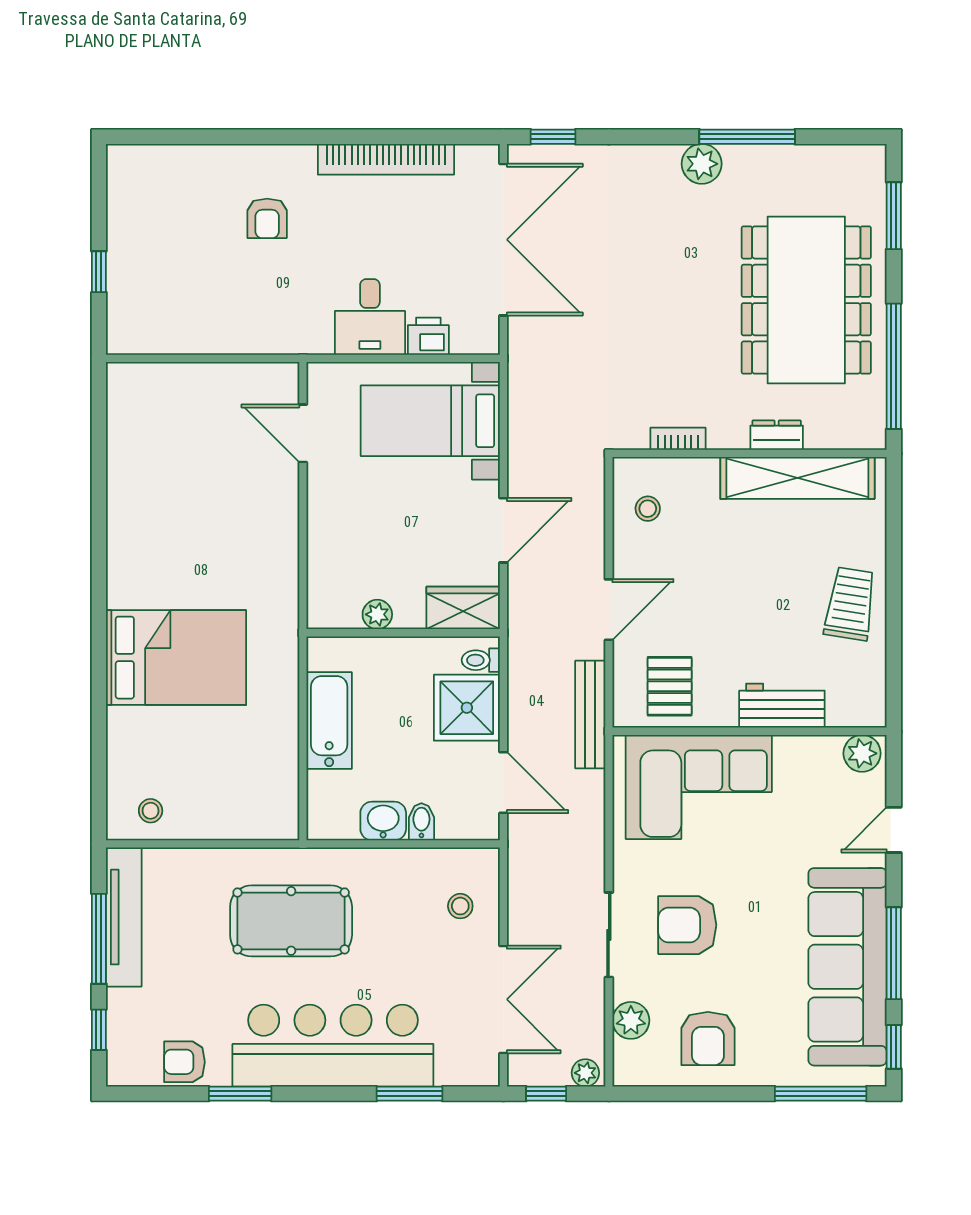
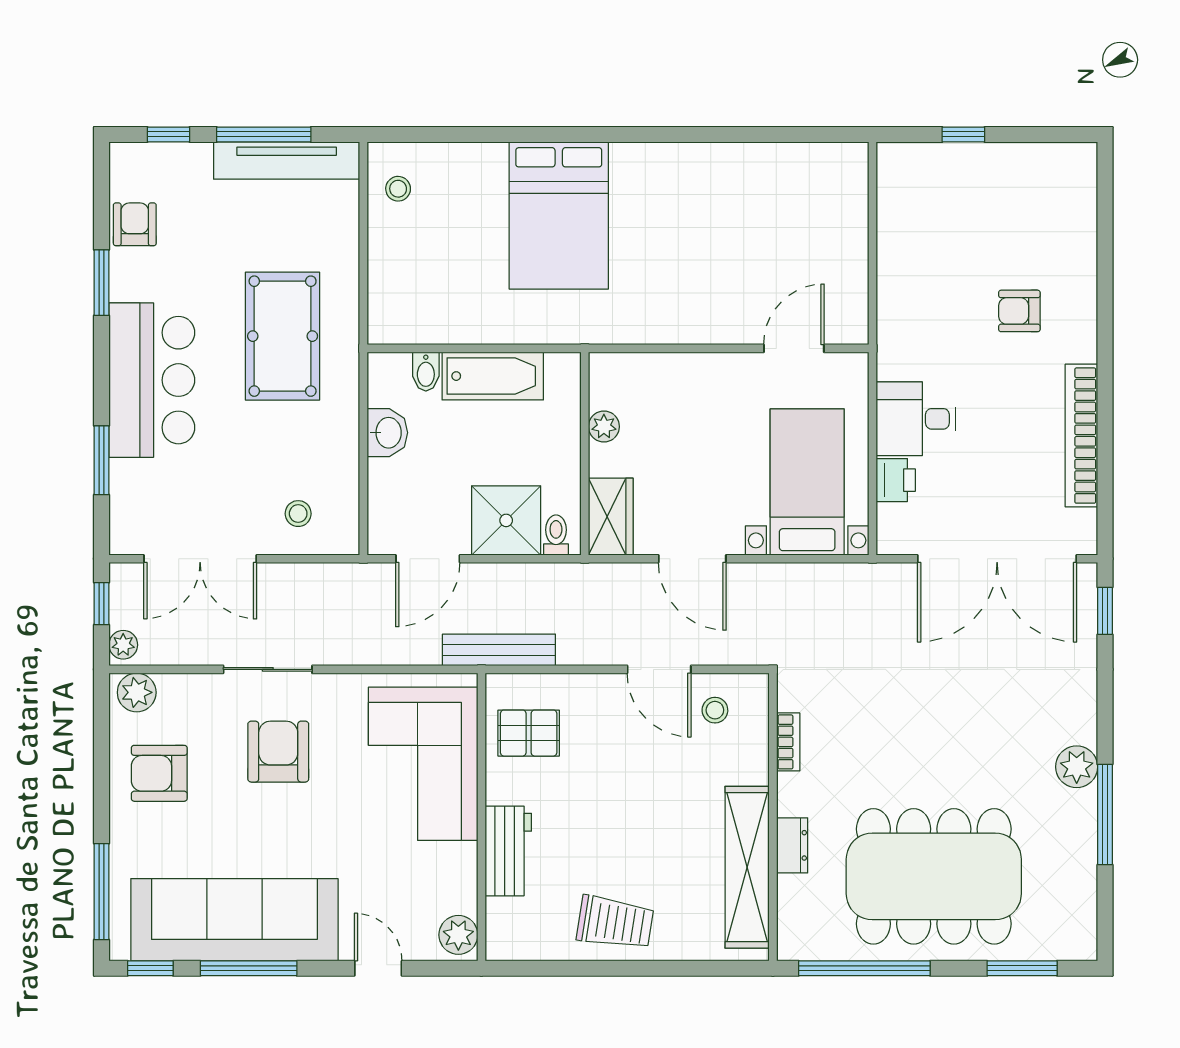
door: (609, 610) -> (659, 669), moved
bidet: (421, 822) -> (426, 372), moved, turned 90
plant: (631, 1020) -> (137, 692), moved
bar counter: (333, 1046) -> (152, 380), width x0.73

